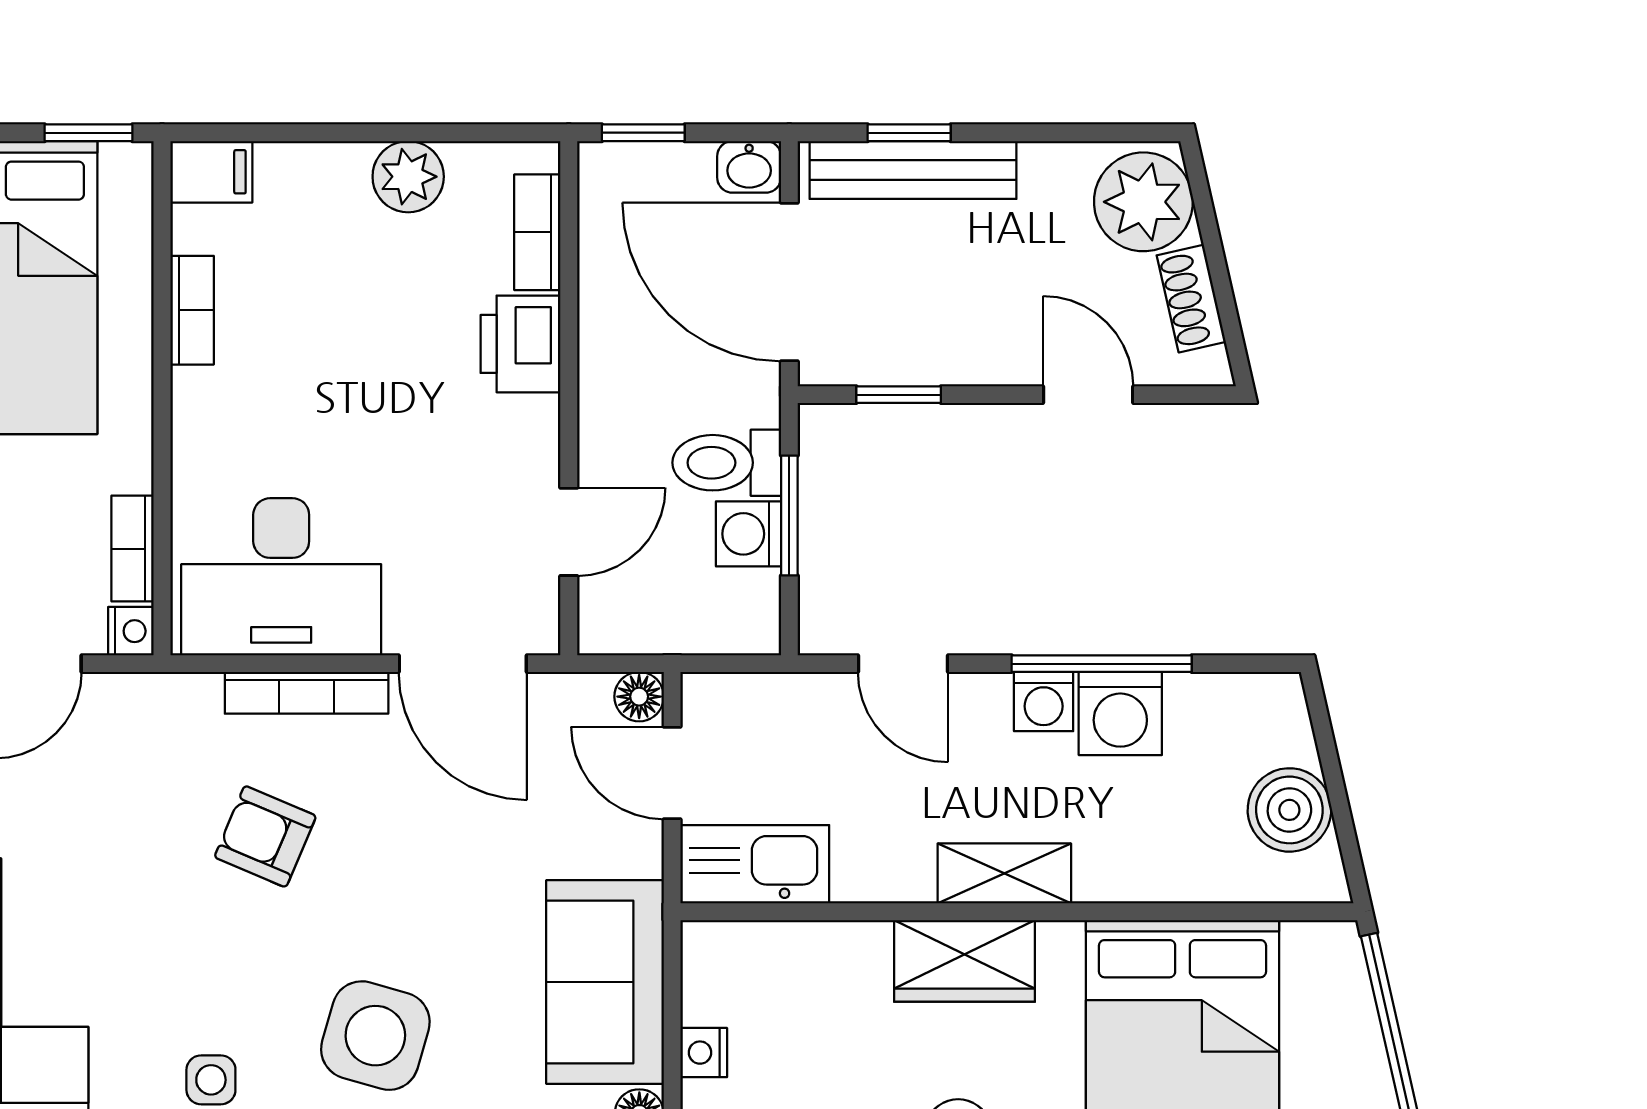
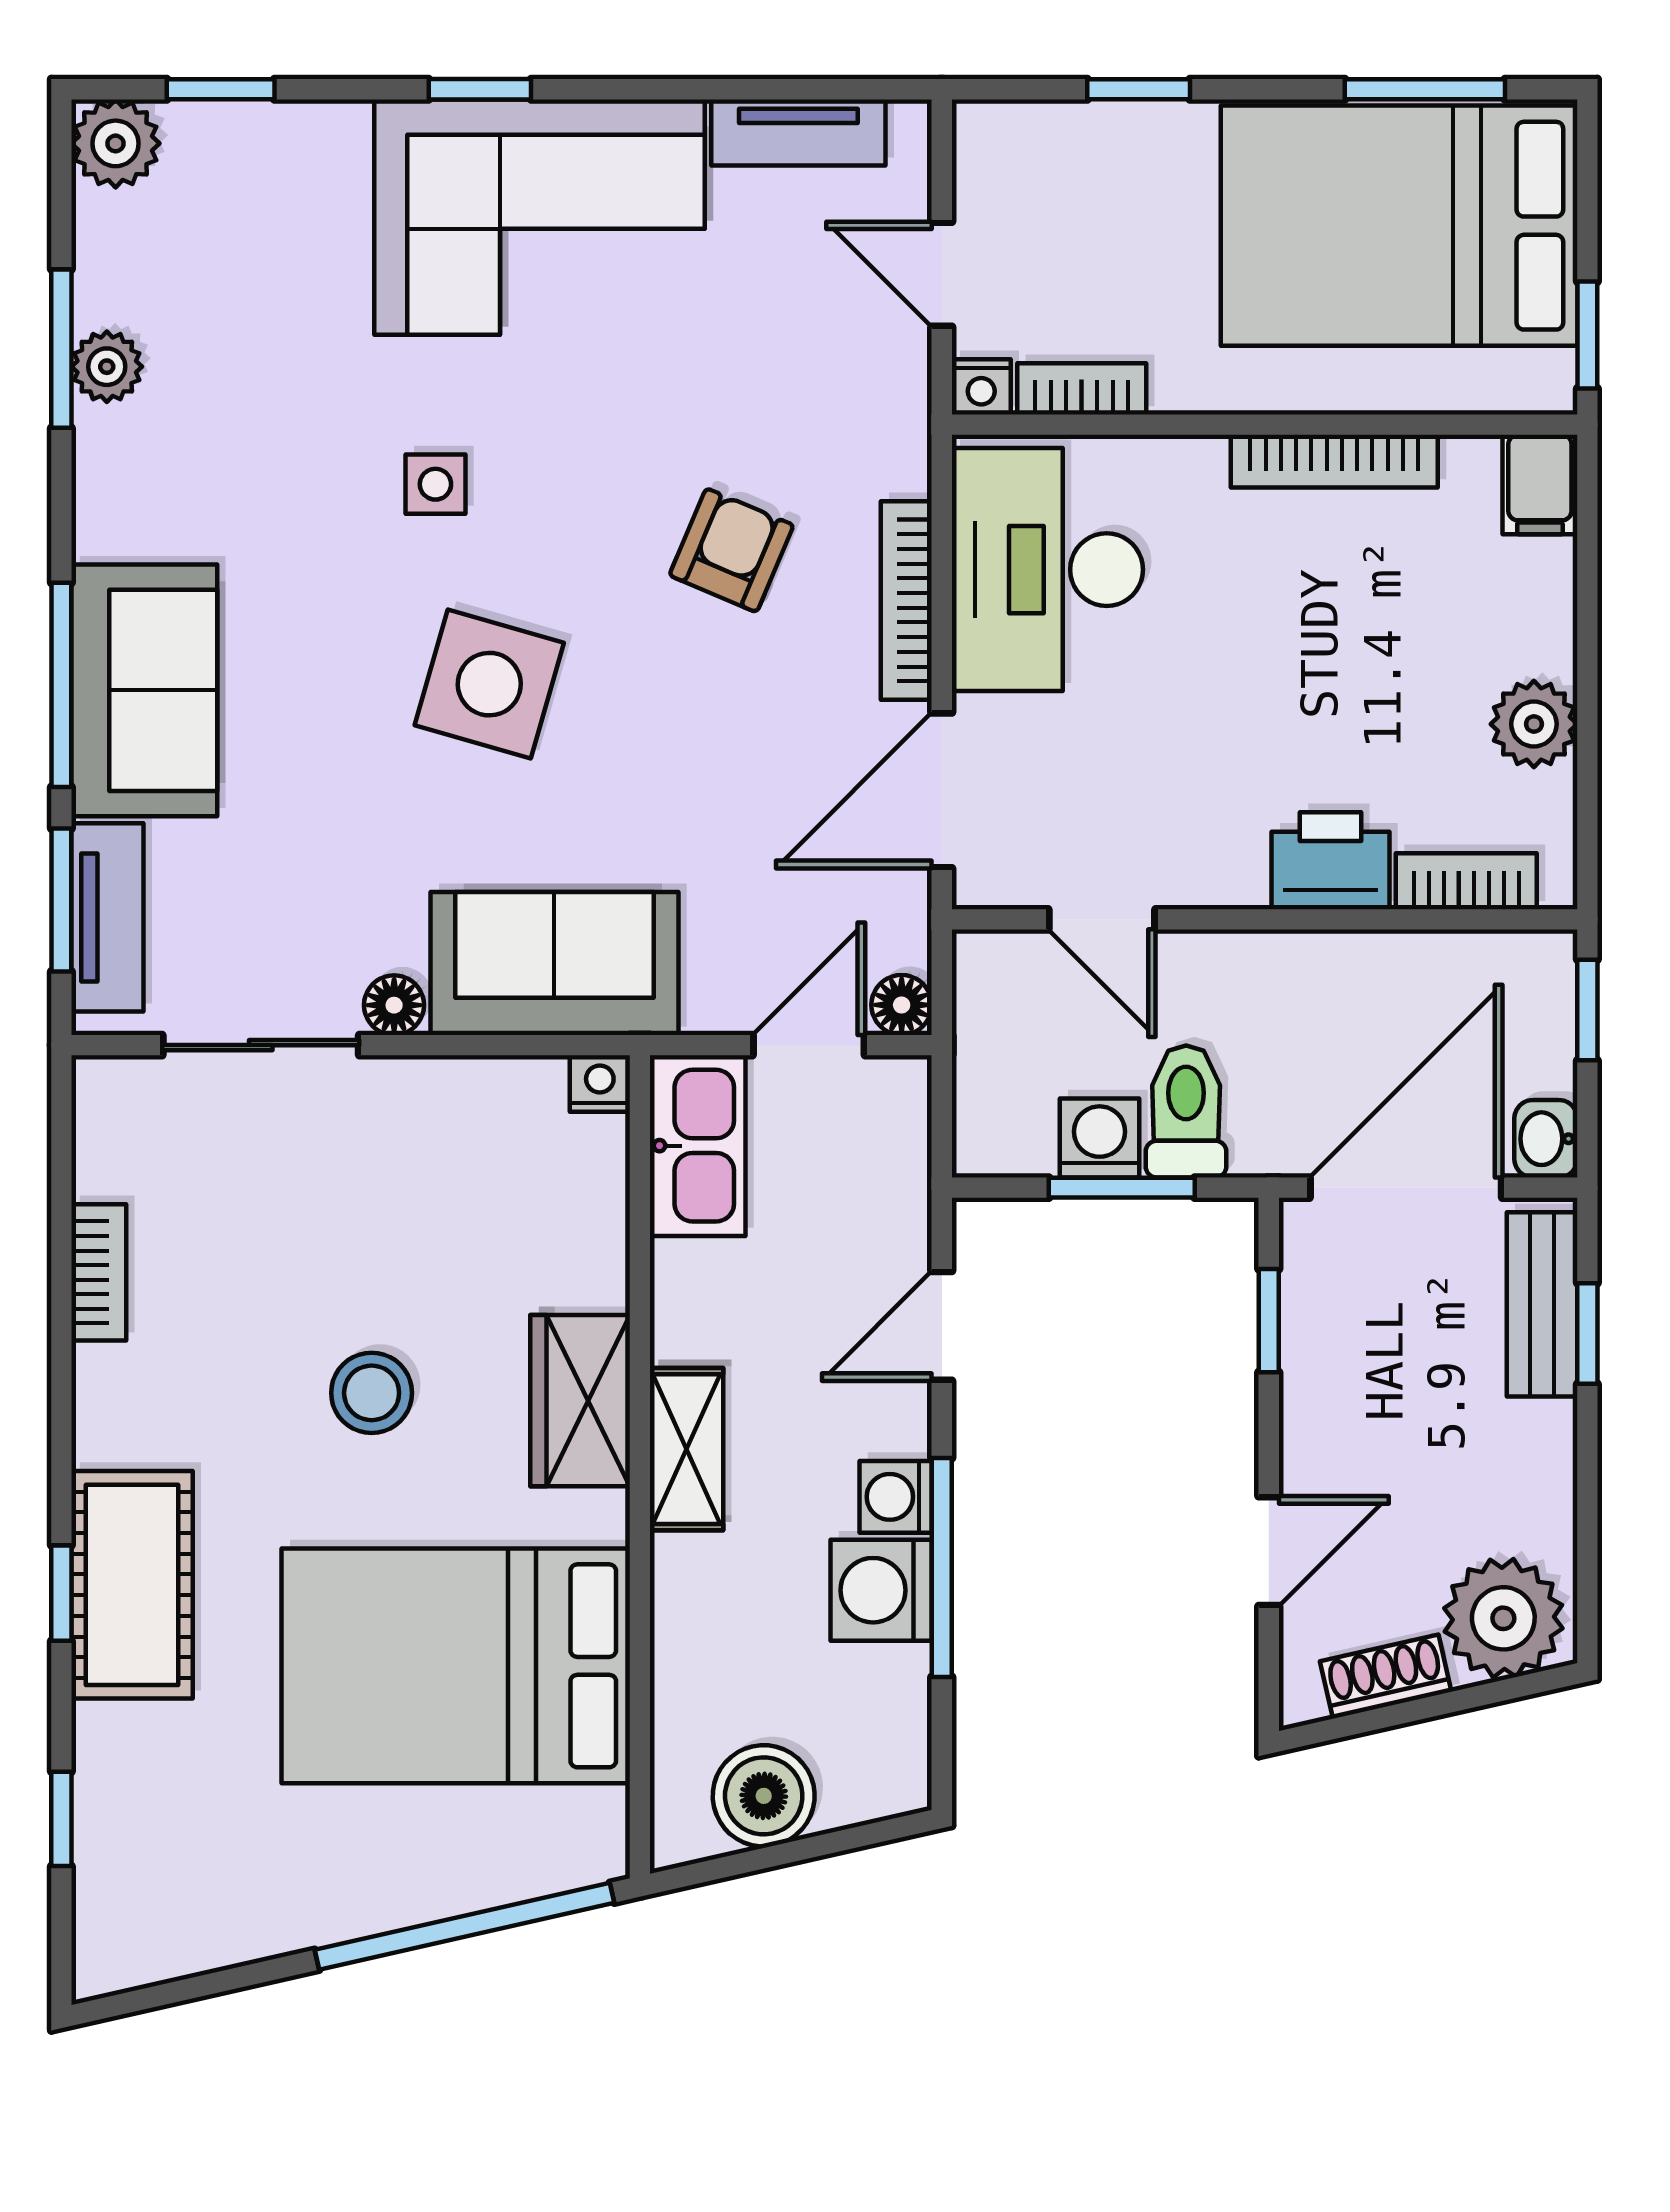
bench: (913, 170) -> (1542, 1304), width x0.73
bookcase: (192, 310) -> (1334, 461), width x1.56
nightstand: (704, 1053) -> (600, 1084), moved

